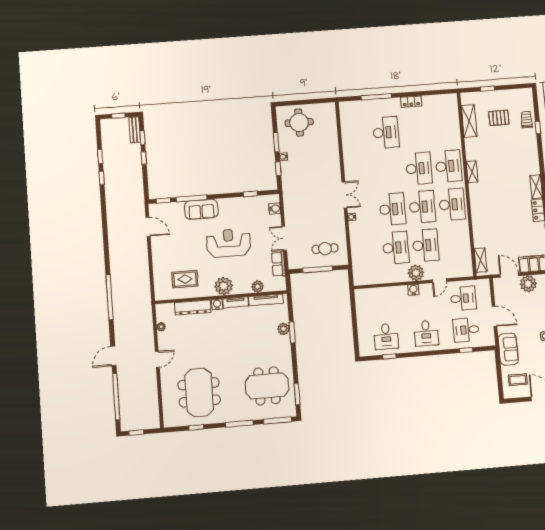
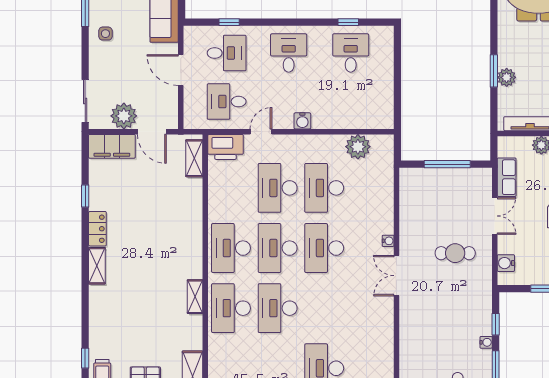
cafe table: (325, 249) -> (455, 253), moved
printer: (461, 269) -> (226, 147), added
plant: (416, 273) -> (358, 147), moved

